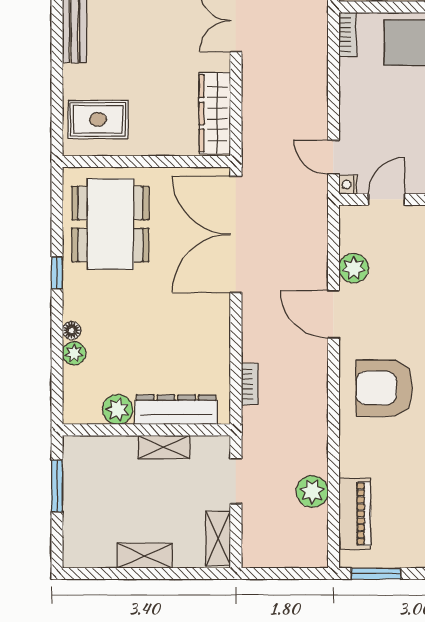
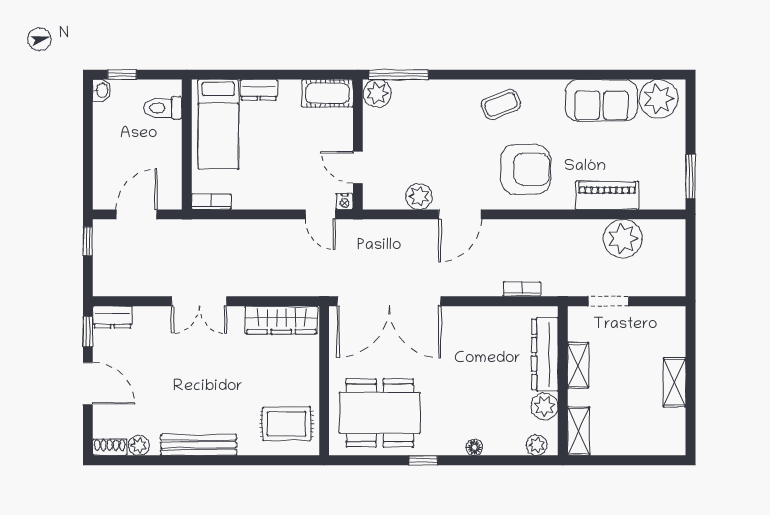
rug: (98, 119) -> (287, 424), turned 90
door: (333, 157) -> (320, 214), hinge flipped
plant: (74, 353) -> (537, 445), moved
armchair: (384, 388) -> (526, 169), turned -90
window: (57, 486) -> (613, 460), removed
plant: (312, 492) -> (623, 239), width x1.36, depth x1.36
piano: (355, 514) -> (607, 196), moved
shelving: (218, 538) -> (579, 431), moved, turned 90

